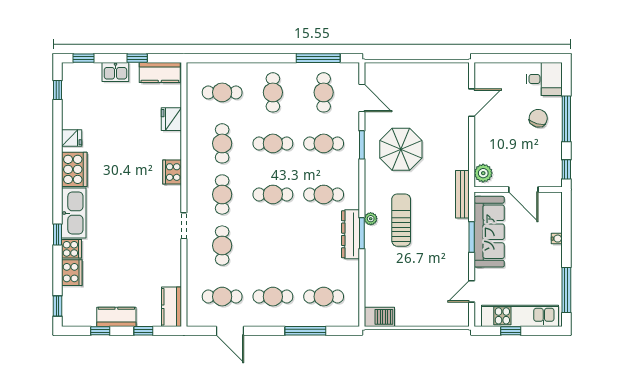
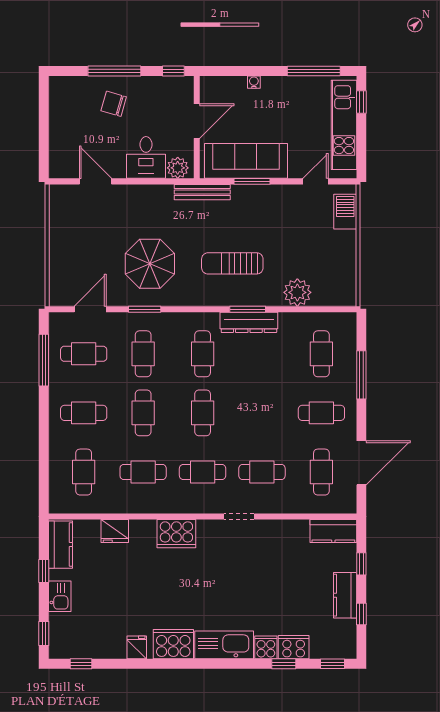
desk: (544, 79) -> (146, 157), moved, turned 180
cooker: (172, 172) -> (176, 534), width x1.37, depth x1.31
plant: (371, 219) -> (297, 292), moved, width x1.88, depth x1.88
window: (58, 234) -> (284, 664), moved
door: (472, 291) -> (315, 181), swing flipped
cafe table: (273, 297) -> (321, 413), turned 90
barbecue: (379, 317) -> (345, 212), moved
door: (230, 331) -> (361, 463), width x1.36
window: (511, 331) -> (361, 102), moved

